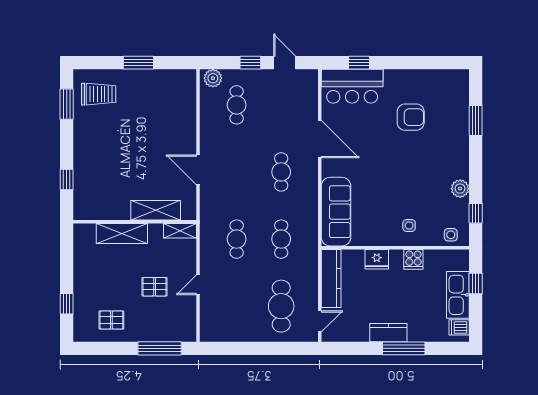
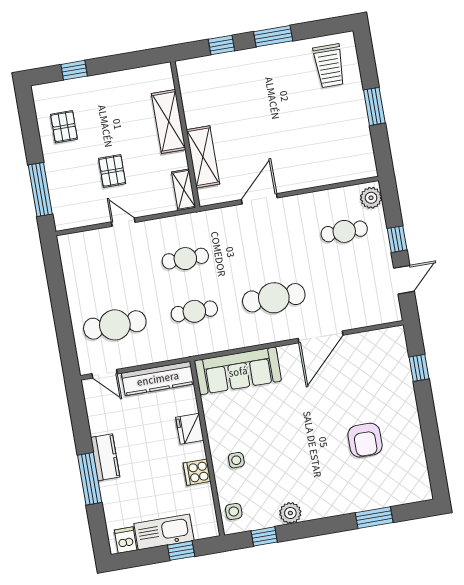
bar counter: (352, 86) -> (390, 364), removed
window: (67, 104) -> (273, 36), moved
cafe table: (281, 172) -> (274, 298), width x1.37, depth x1.35

